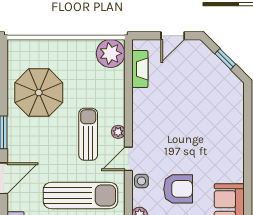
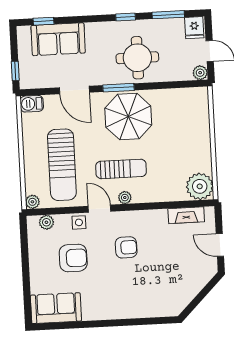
window: (225, 59) -> (200, 297), removed
parasol: (39, 93) -> (128, 117), moved
armchair: (170, 133) -> (126, 247), added
armchair: (178, 189) -> (73, 258), turned -90

